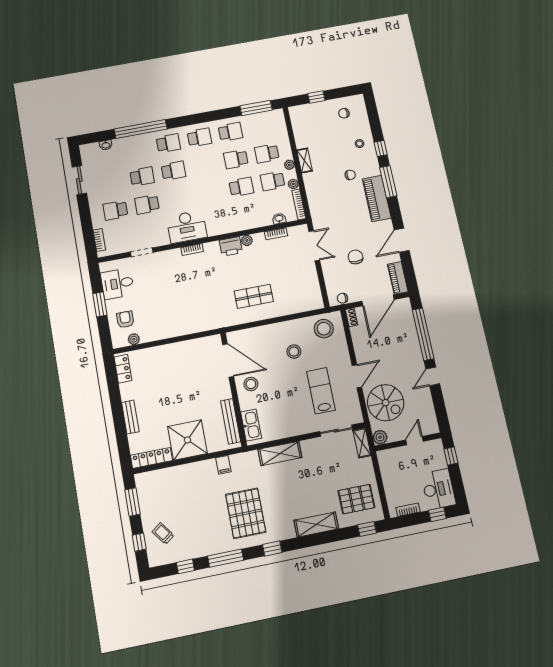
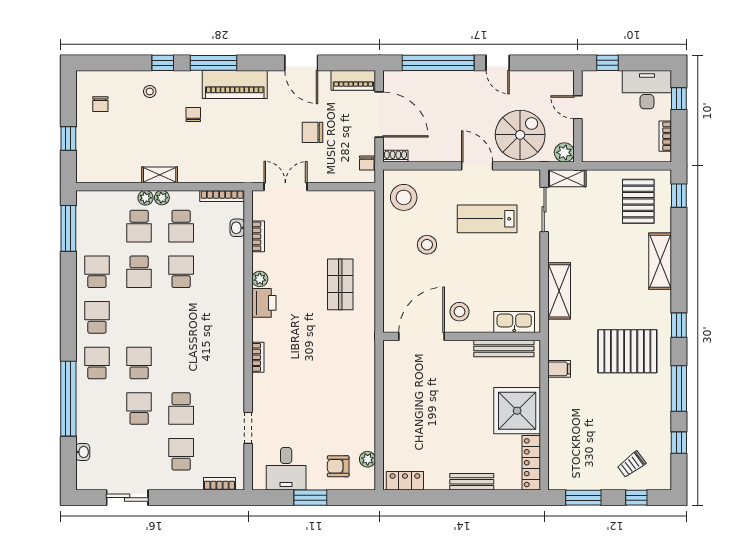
plant: (293, 184) -> (146, 198), moved
school desk: (115, 210) -> (181, 454), turned 180
desk: (187, 227) -> (224, 359), removed

